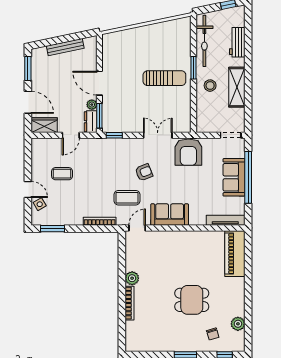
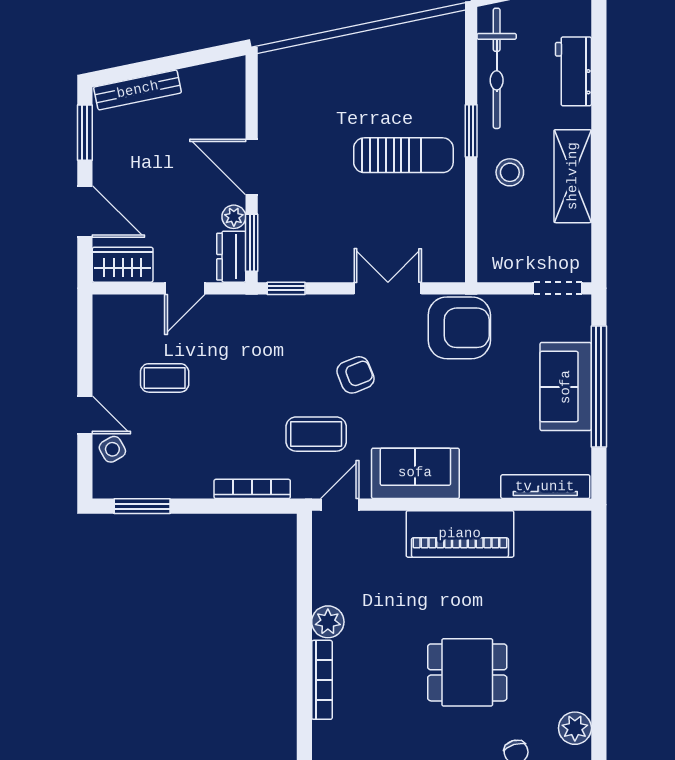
bench: (65, 47) -> (138, 90), moved
armchair: (188, 152) -> (459, 328), turned -90
piano: (235, 254) -> (460, 534), moved, turned -90

